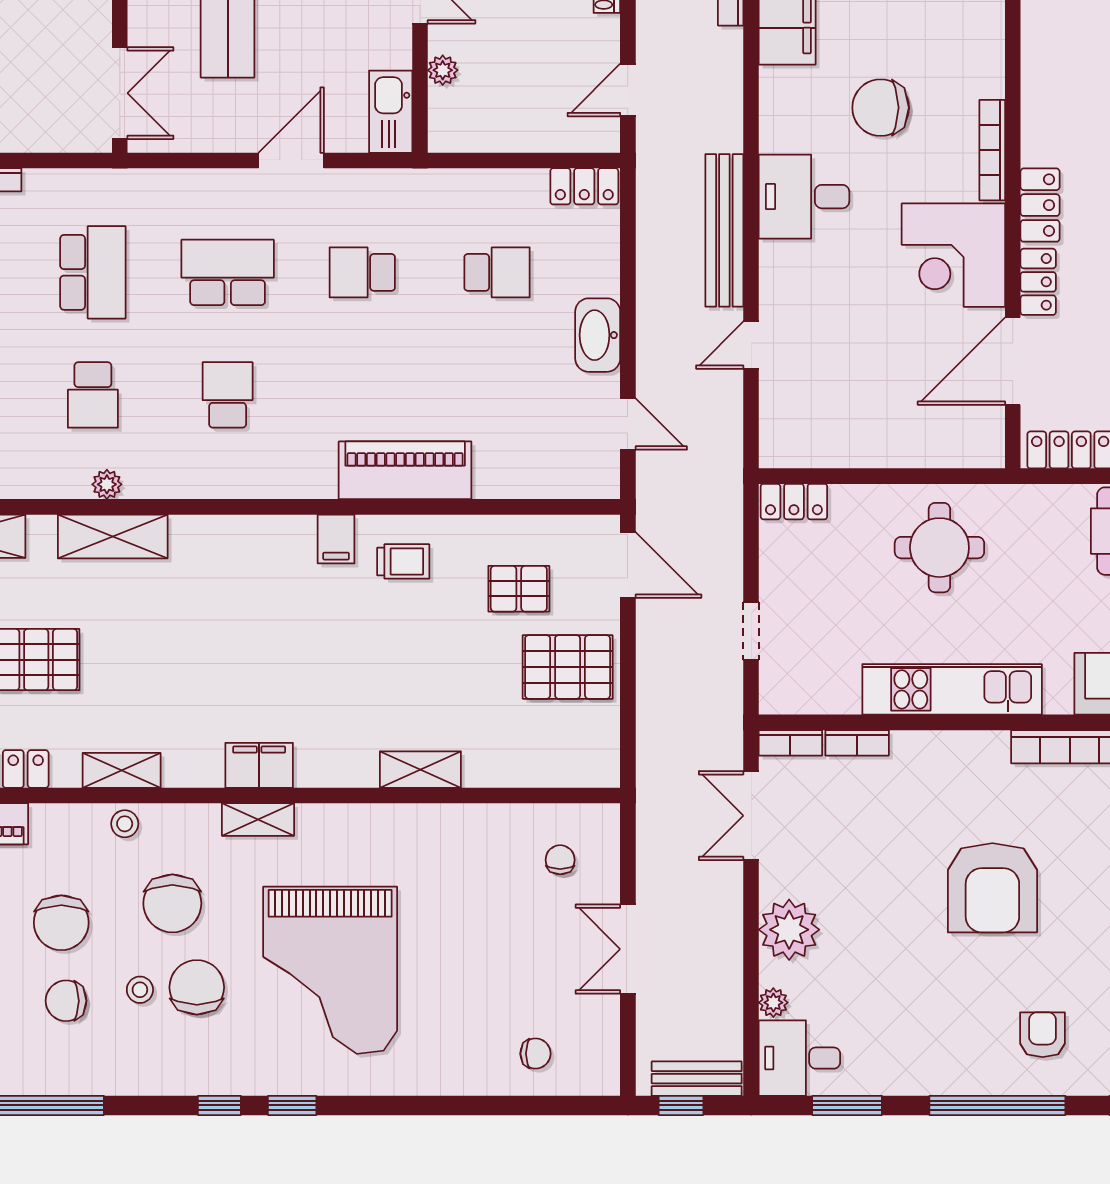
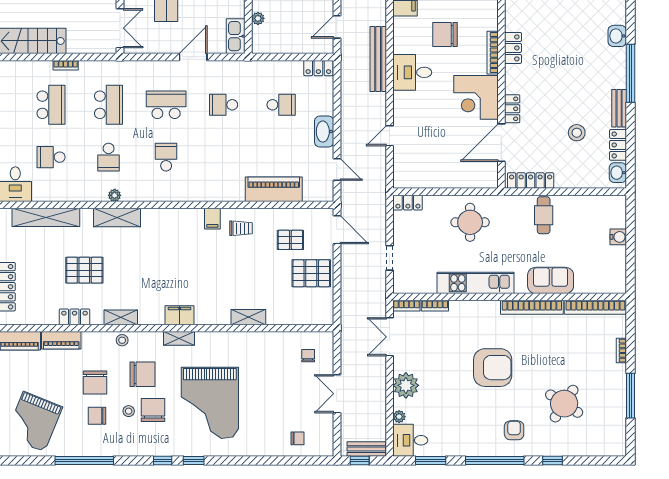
locker: (1040, 205) -> (513, 48), moved
bench: (724, 230) -> (378, 59), moved
piano: (405, 470) -> (274, 189), moved
armchair: (992, 888) -> (493, 368), turned -90
chair: (172, 903) -> (142, 374), turned -90

